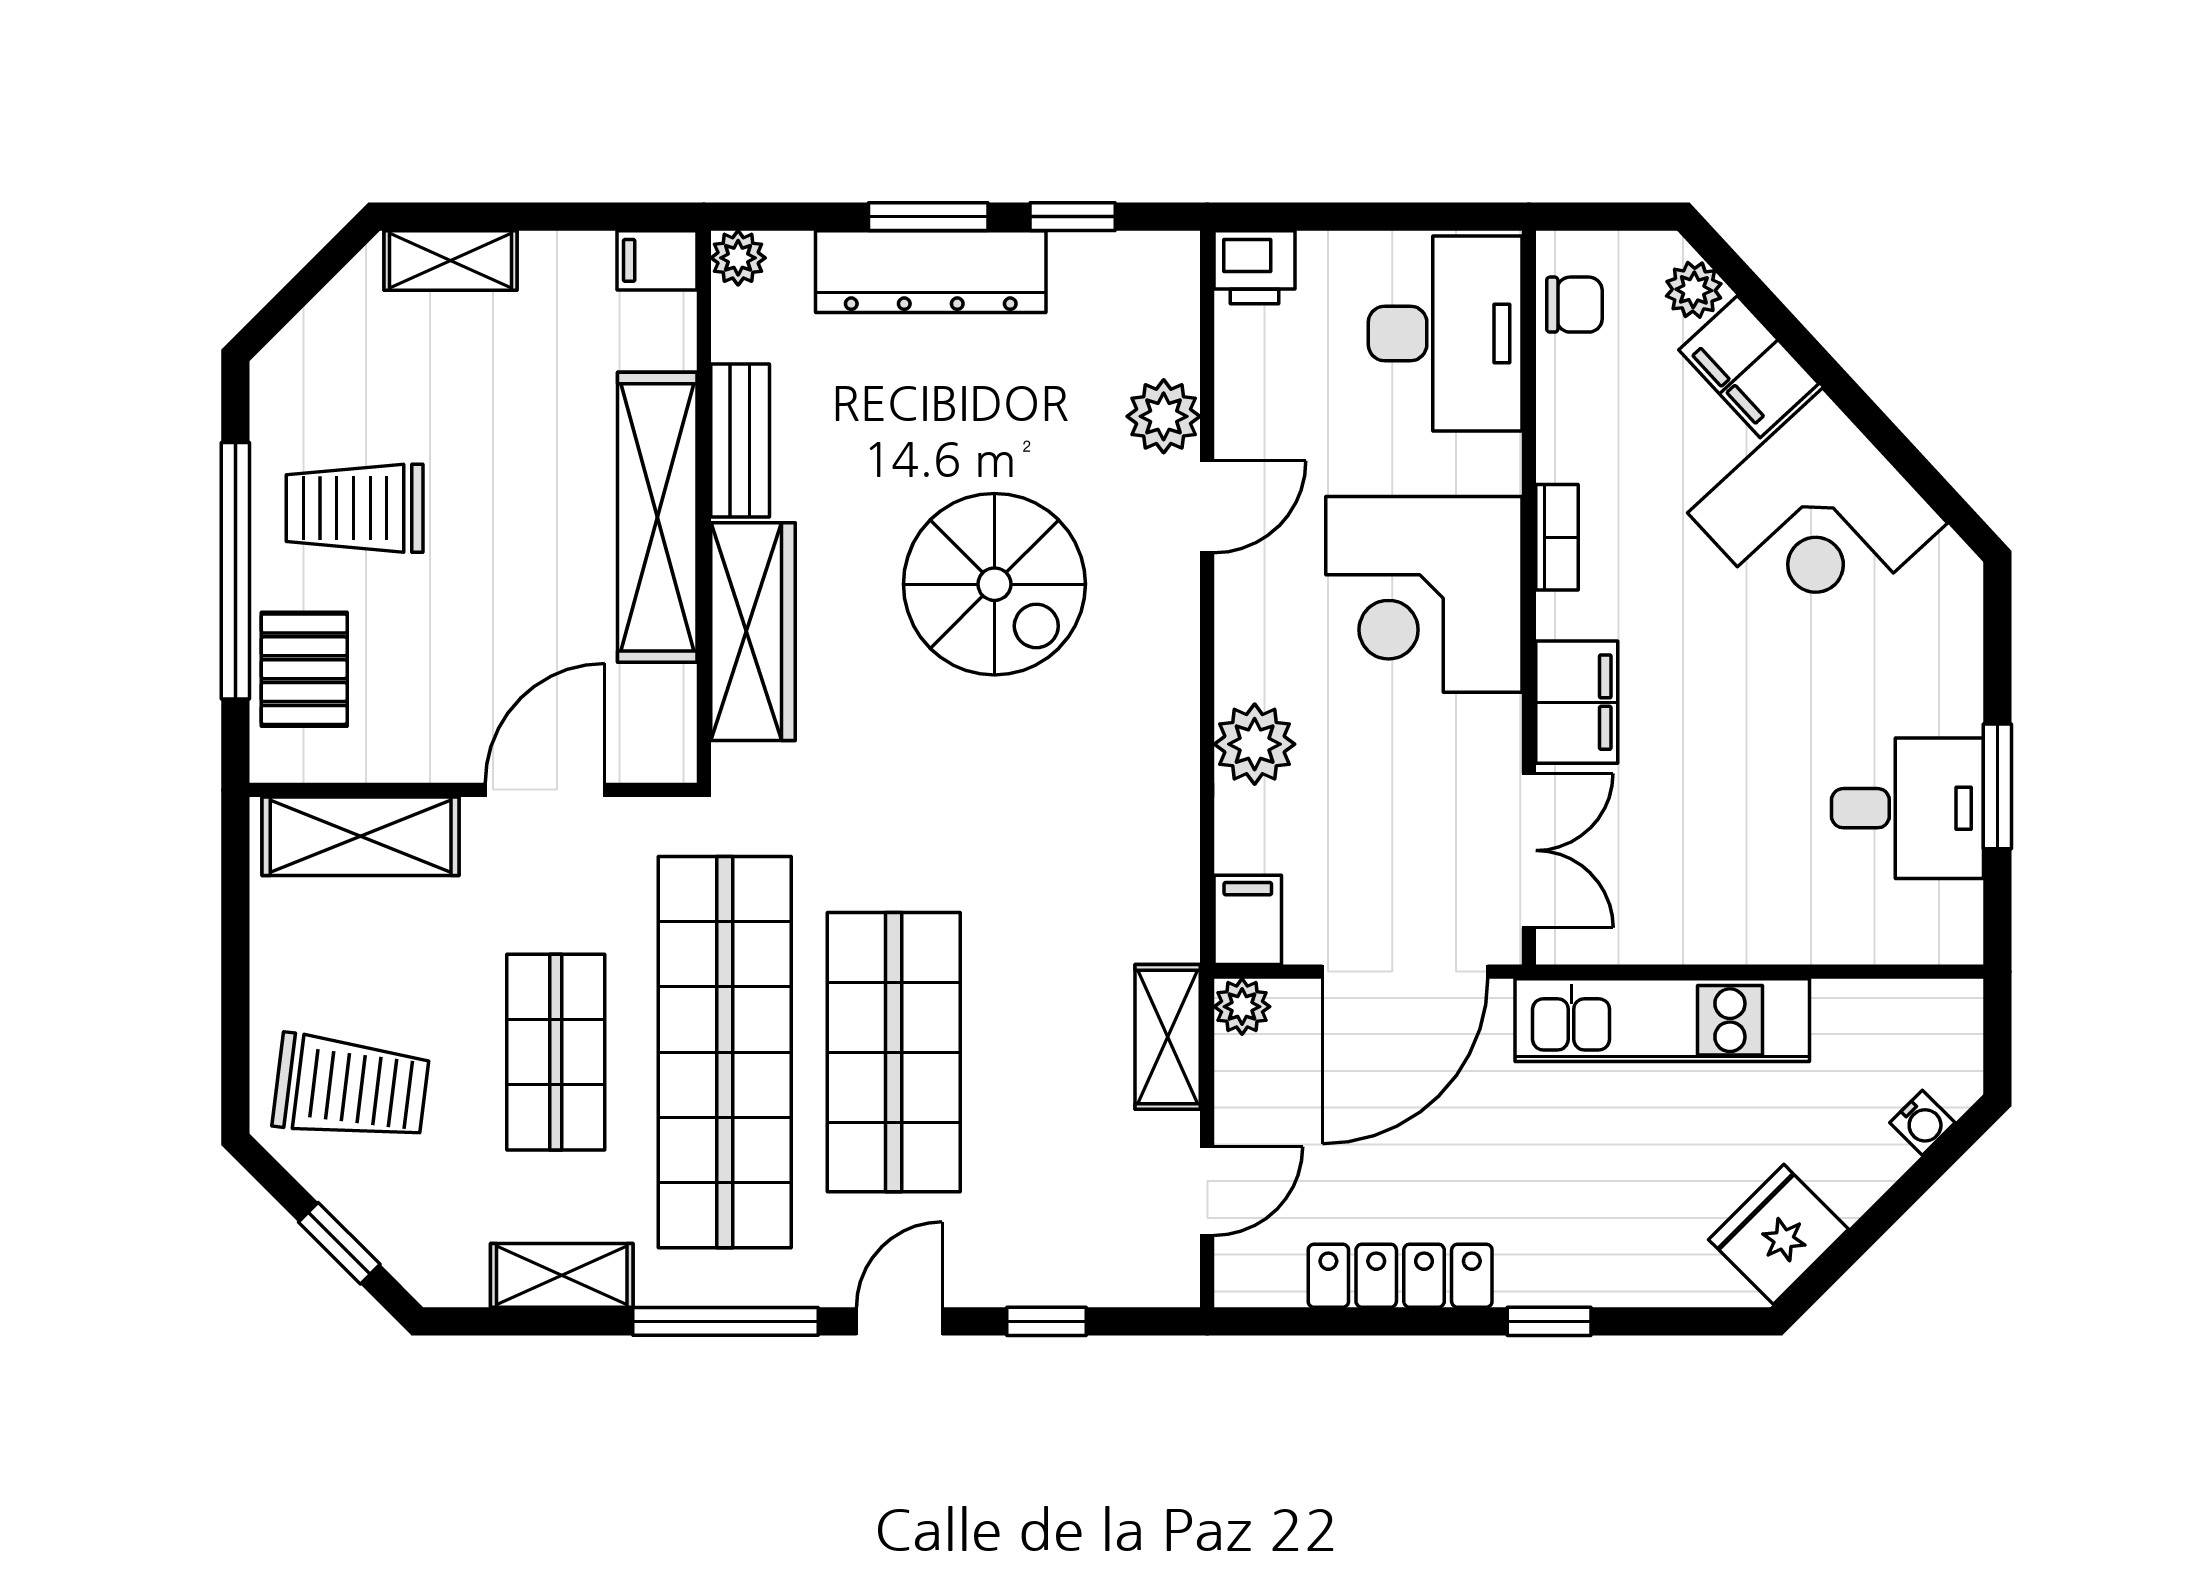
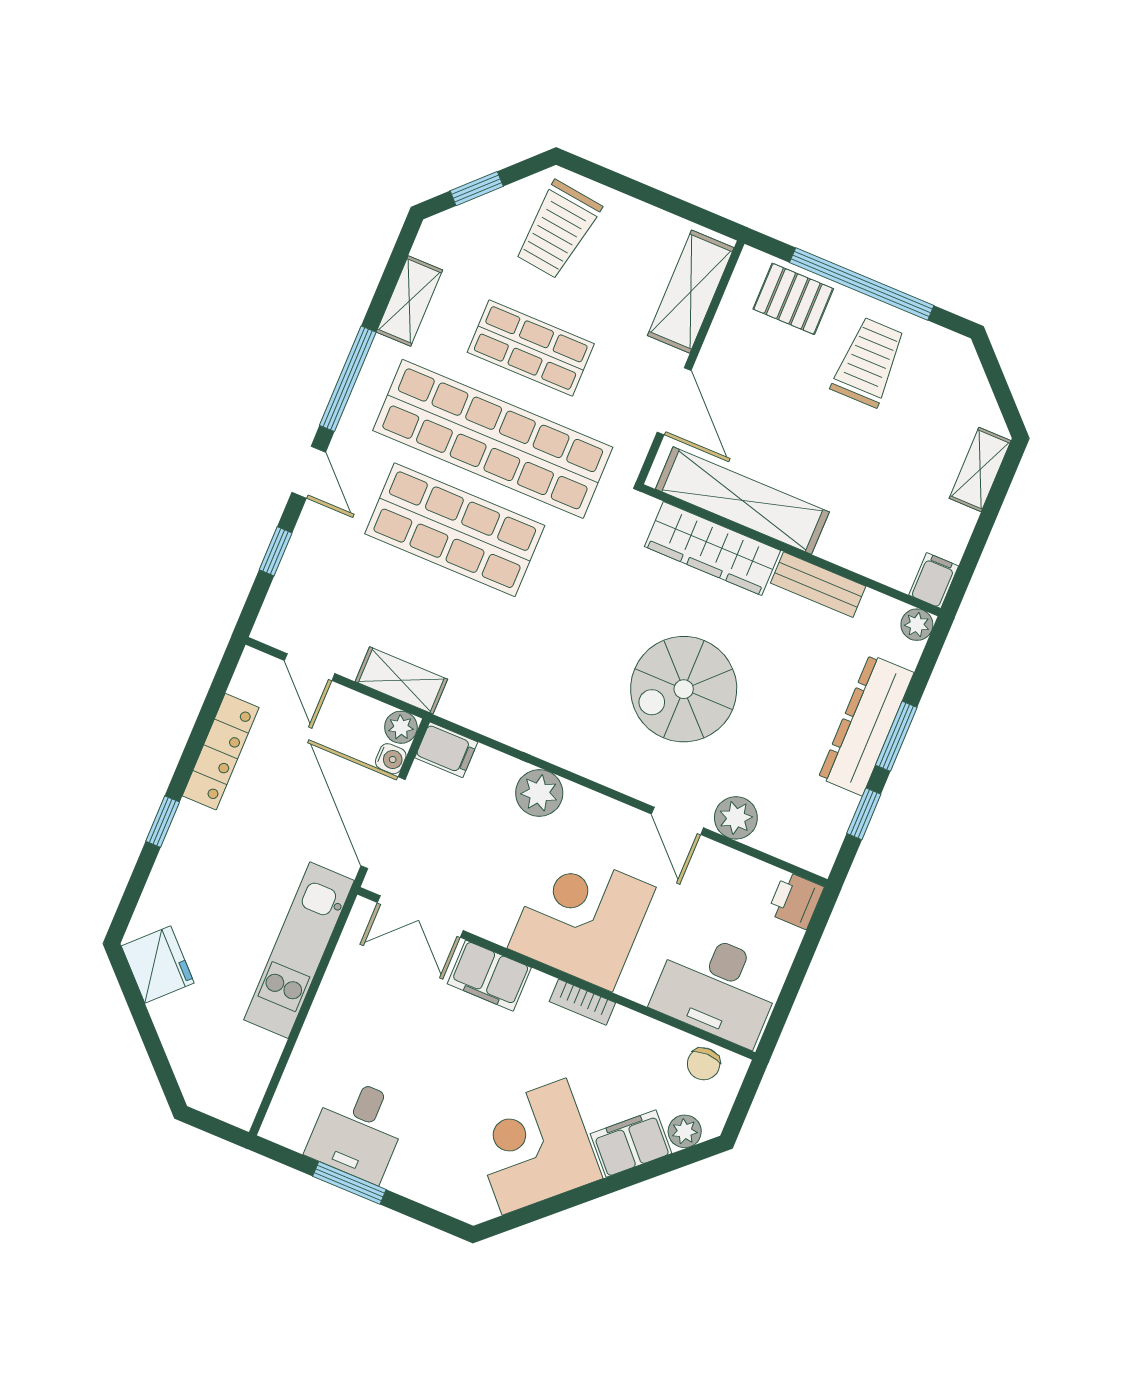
shelving: (657, 517) -> (742, 501), moved
water cooler: (1922, 1123) -> (391, 759), moved, turned -135

